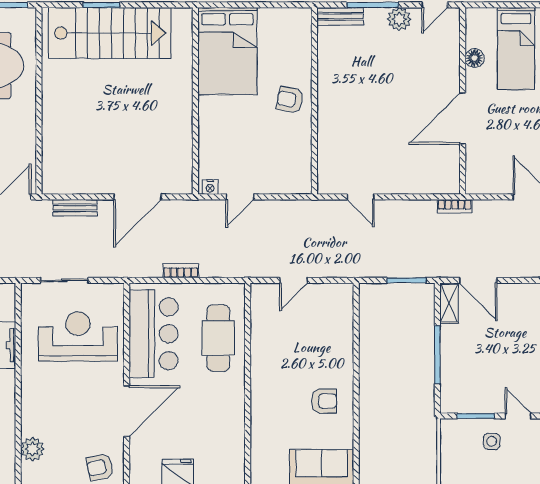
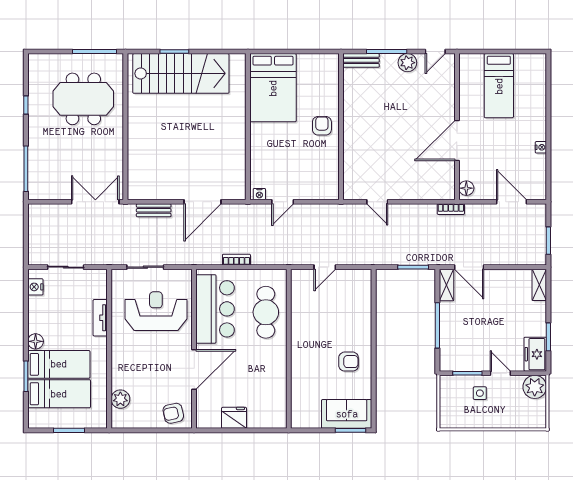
floor lamp: (475, 58) -> (466, 188), moved
armchair: (290, 100) -> (322, 126), turned 79

